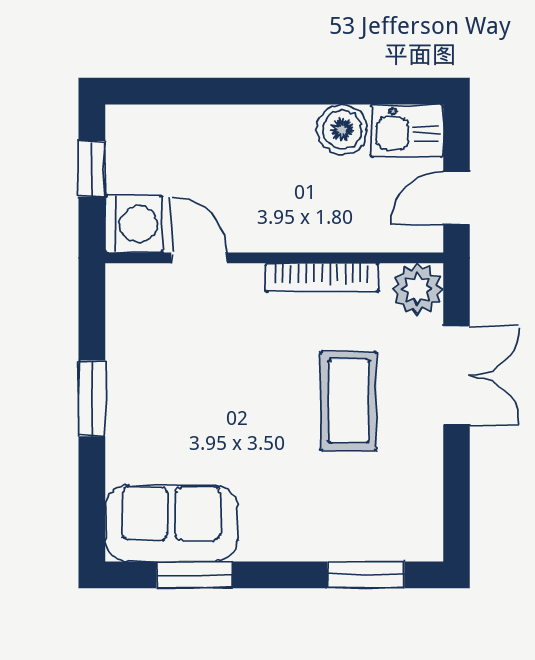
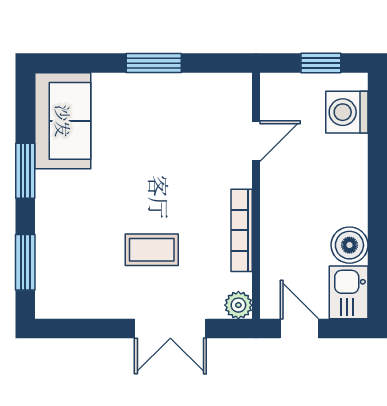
washing machine: (134, 224) -> (347, 112), moved, turned 90
plant: (417, 289) -> (238, 305), width x0.73, depth x0.73
coffee table: (348, 401) -> (152, 250), width x0.73, depth x0.77
window: (194, 575) -> (25, 171), moved

